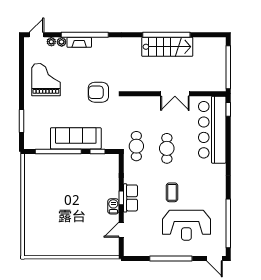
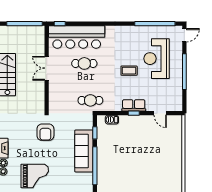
grand piano: (46, 80) -> (35, 176), turned 180
double door: (175, 94) -> (47, 68), swing flipped
cafe table: (167, 148) -> (84, 63), moved
barbecue: (113, 206) -> (112, 120), moved
reception desk: (186, 225) -> (157, 59), turned 180

